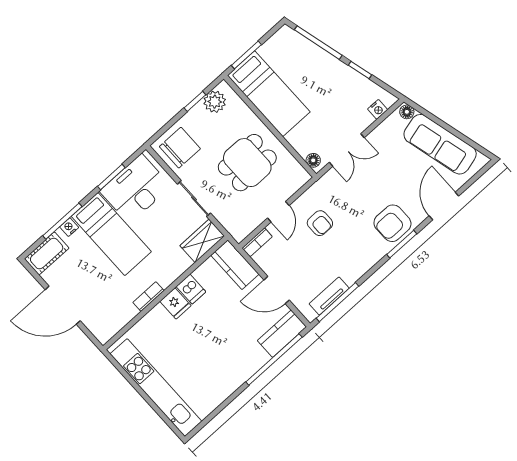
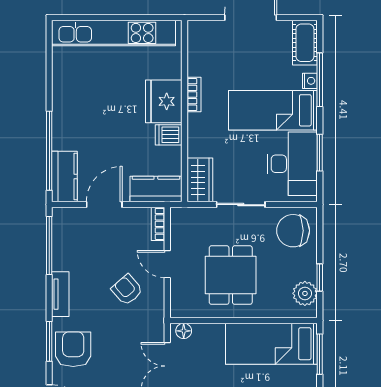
chair: (180, 148) -> (293, 231), turned 90
armchair: (320, 223) -> (127, 290), turned 49
tv unit: (329, 296) -> (60, 294), moved
fridge: (175, 303) -> (164, 101), width x1.88, depth x1.34

